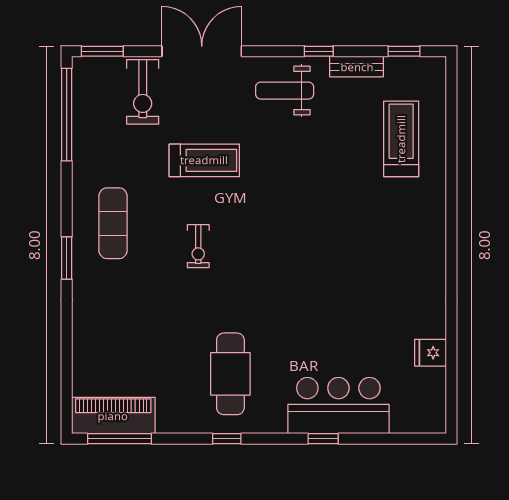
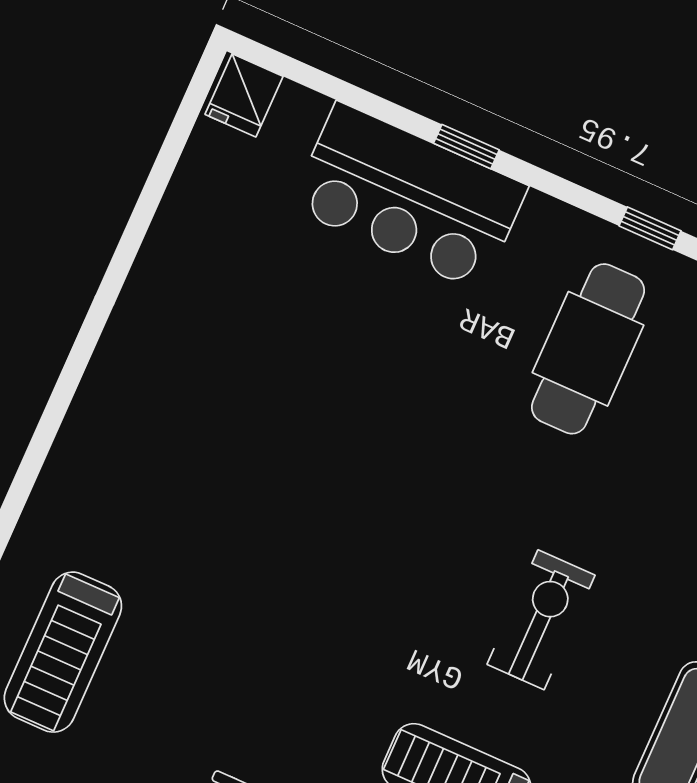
exercise bike: (198, 246) -> (541, 620), width x1.38, depth x1.39
fridge: (431, 353) -> (244, 95), moved, turned 90

